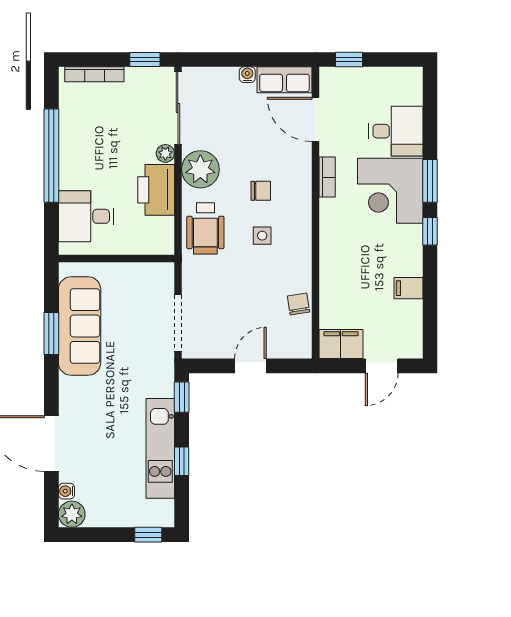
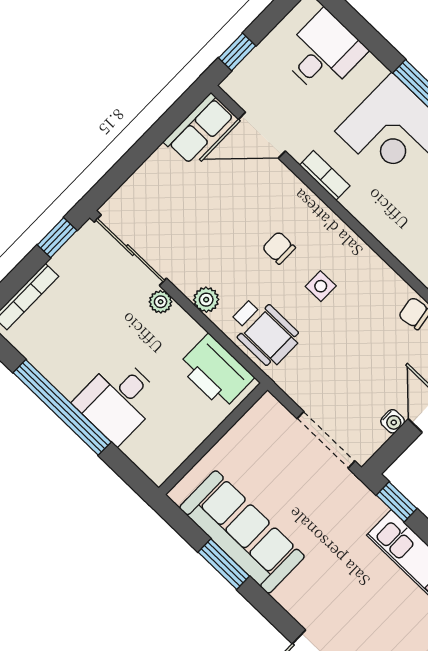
water cooler: (247, 75) -> (393, 421), moved, turned 180
desk: (396, 131) -> (323, 53), moved
plant: (200, 169) -> (206, 300), width x0.53, depth x0.53
printer: (156, 190) -> (216, 372), moved
chair: (261, 191) -> (279, 248), turned -90
desk: (86, 216) -> (118, 400), moved

